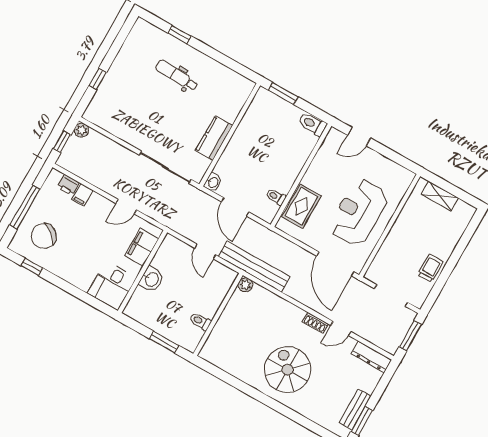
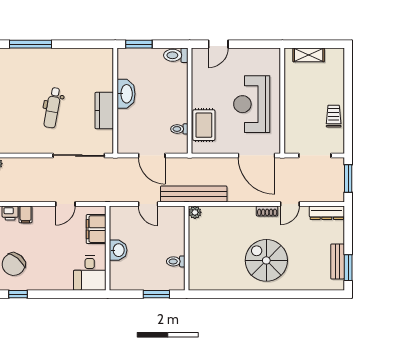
window: (179, 35) -> (30, 44), width x2.17
dental chair: (177, 75) -> (53, 108), moved, turned -82
washbasin: (213, 182) -> (126, 94), moved, width x1.91, depth x1.45

